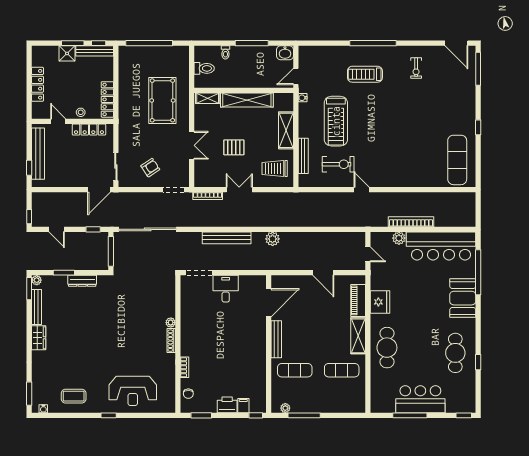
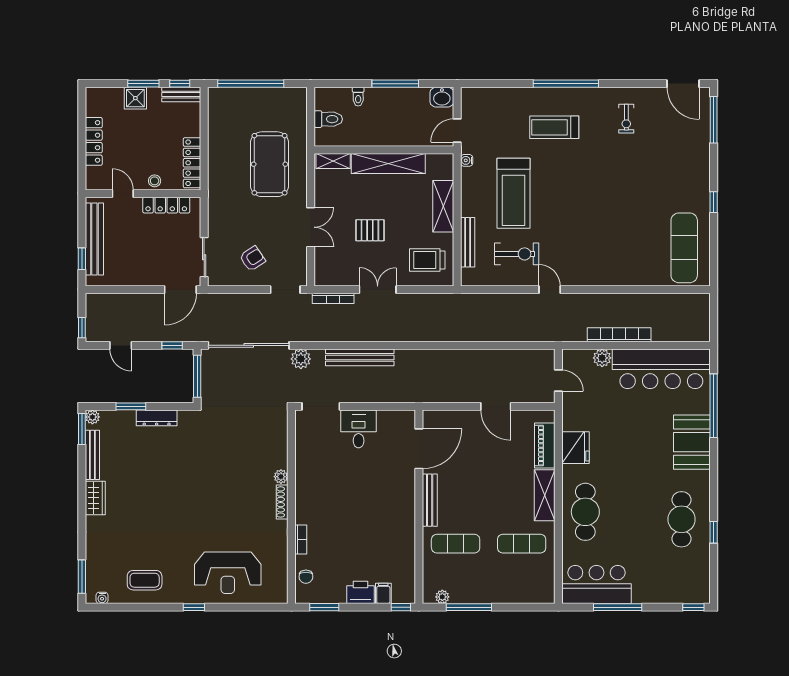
bench: (95, 51) -> (181, 95), width x0.73
plant: (273, 239) -> (301, 359), moved
bar counter: (420, 399) -> (596, 584), moved

